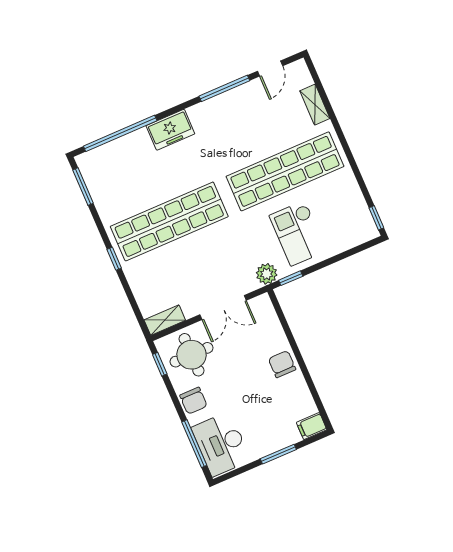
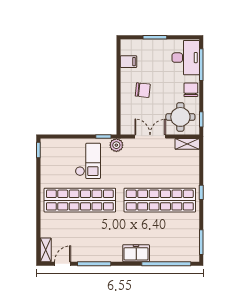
shelving: (315, 105) -> (46, 250), moved
chair: (282, 364) -> (143, 90), moved, turned -84
filing cabinet: (312, 426) -> (128, 62), moved

